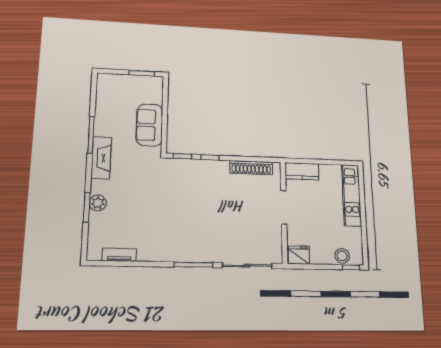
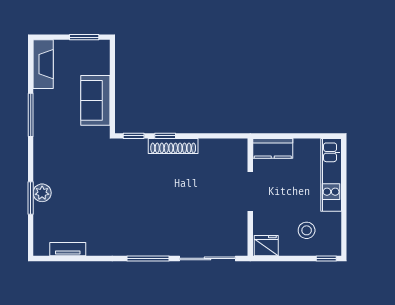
fireplace: (101, 158) -> (43, 64), moved
shoe rack: (251, 167) -> (173, 146), moved
stool: (342, 256) -> (307, 230), moved

